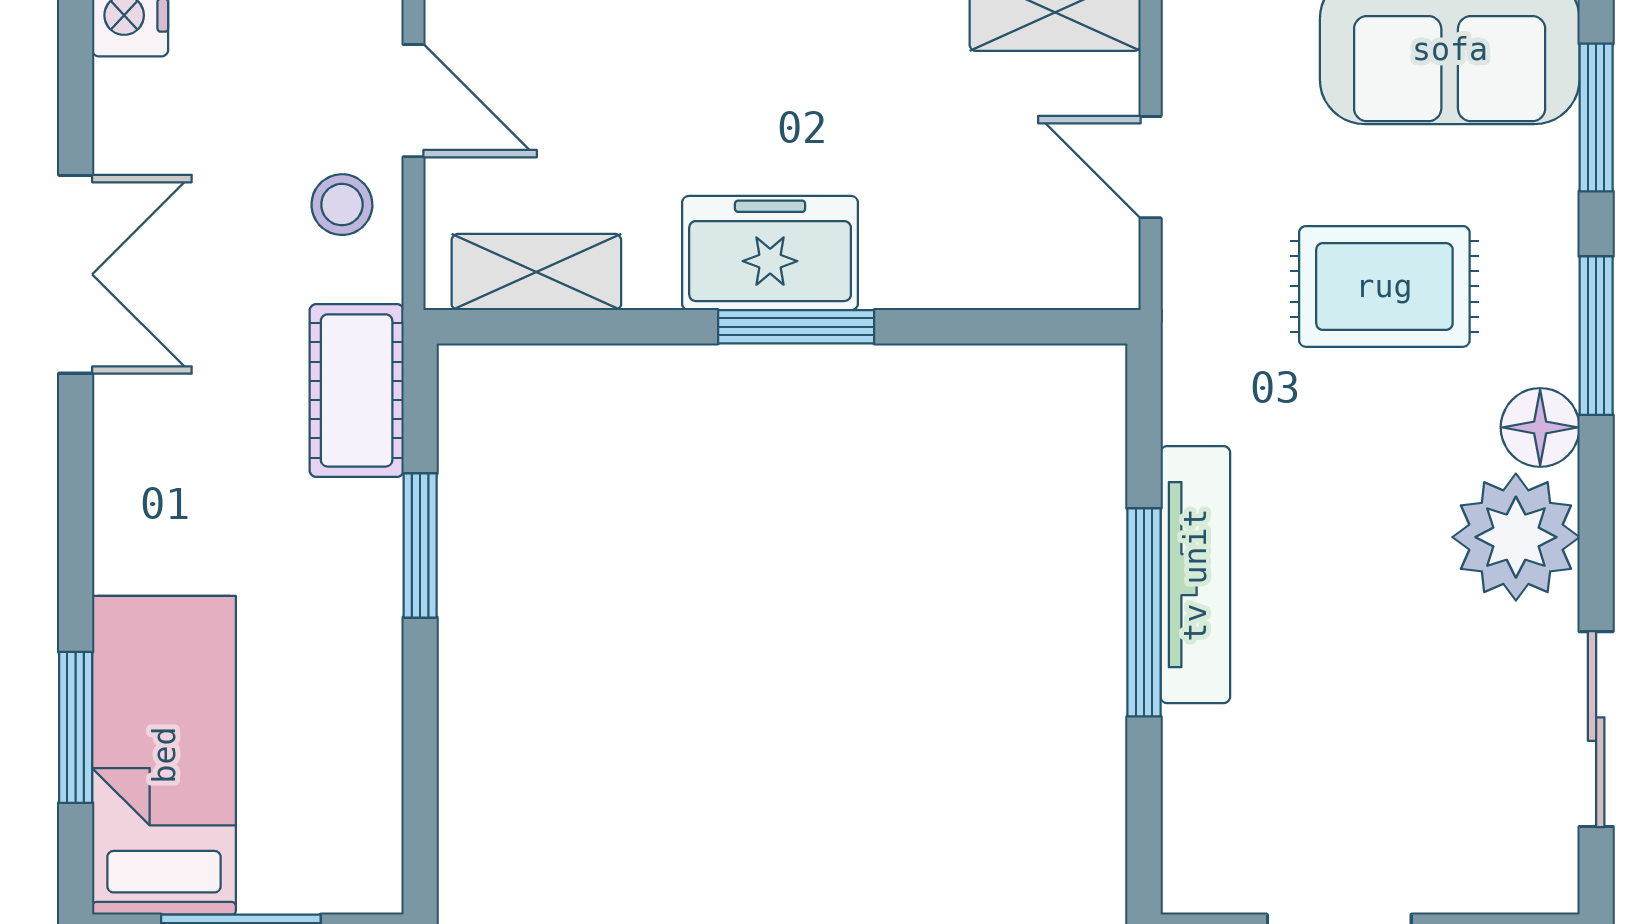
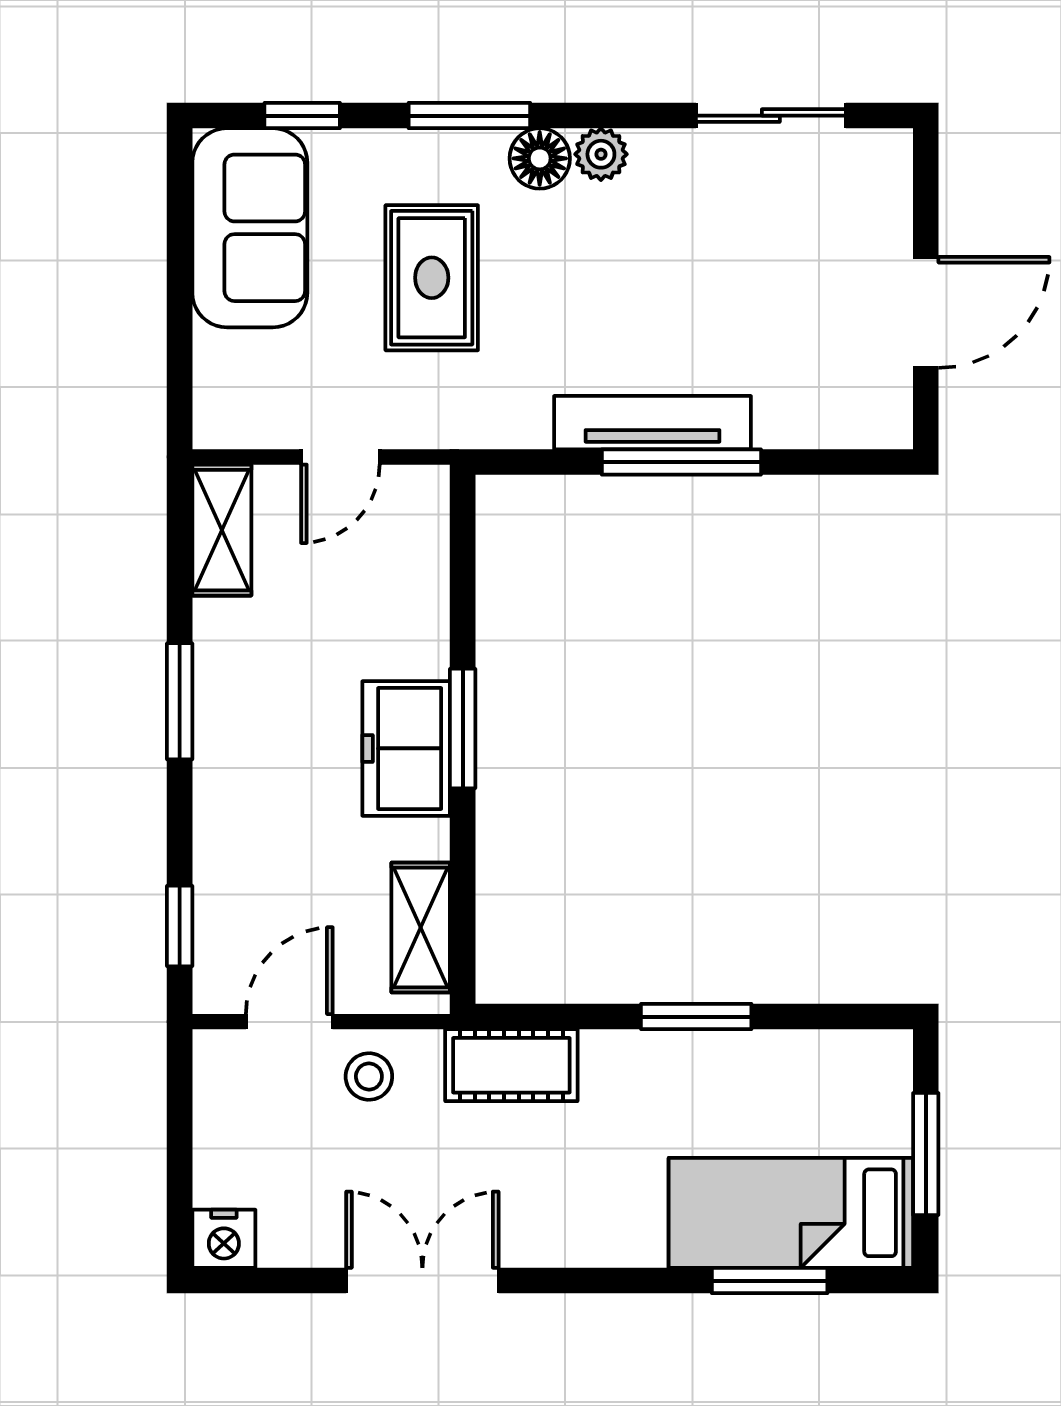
window: (1596, 117) -> (302, 116), width x0.67
plant: (1516, 537) -> (601, 154), width x0.53, depth x0.53
window: (420, 545) -> (696, 1017), moved

